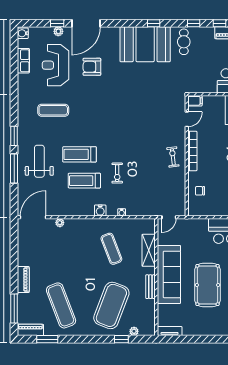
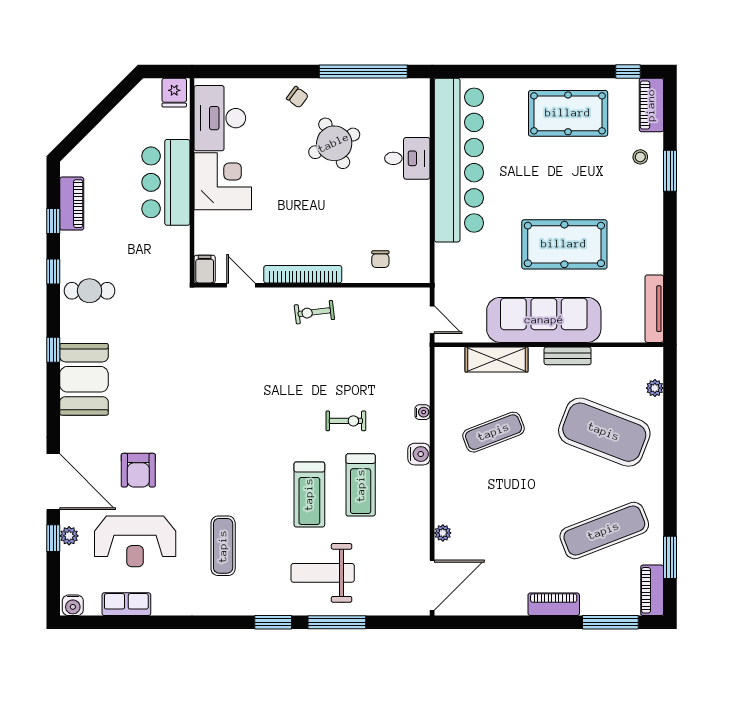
booth: (145, 44) -> (84, 379), width x0.73, depth x0.70
door: (33, 217) -> (432, 585), swing flipped
tv unit: (170, 331) -> (654, 309), width x1.41
window: (121, 339) -> (670, 413), removed

